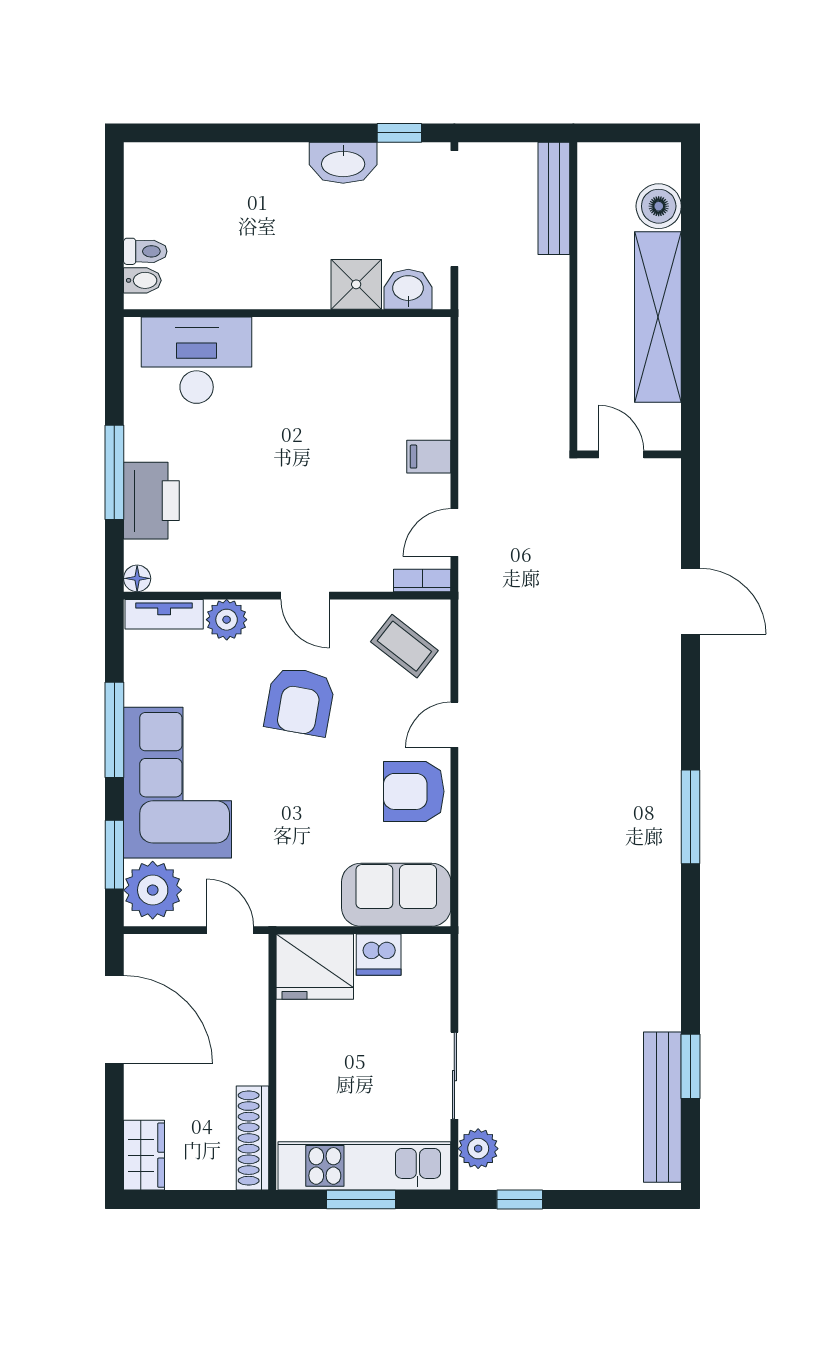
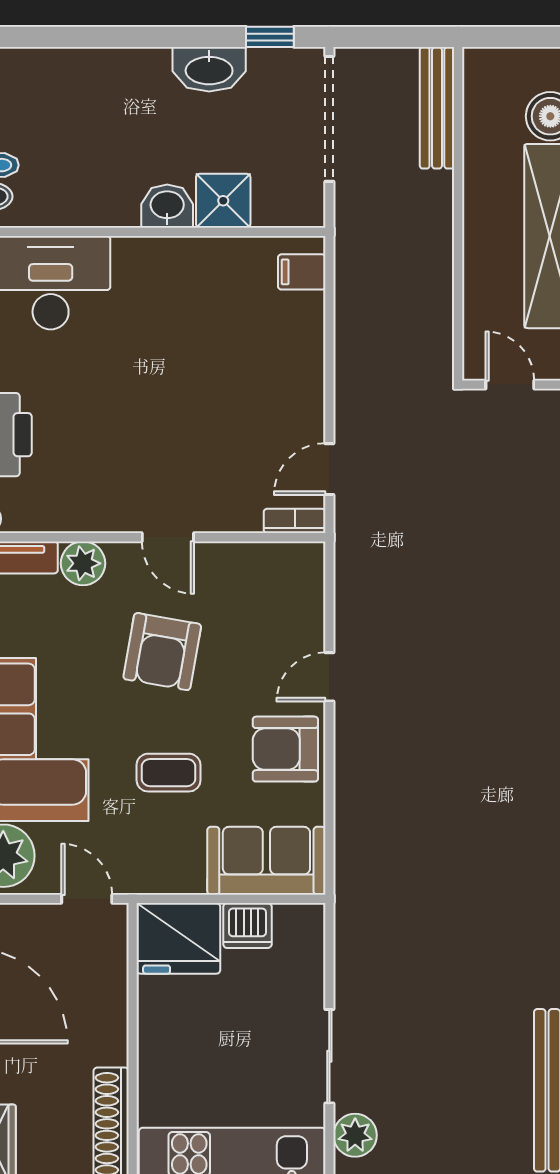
washbasin: (408, 289) -> (167, 206), moved
filing cabinet: (429, 457) -> (302, 272), moved
coffee table: (404, 646) -> (169, 773), moved, turned -38

